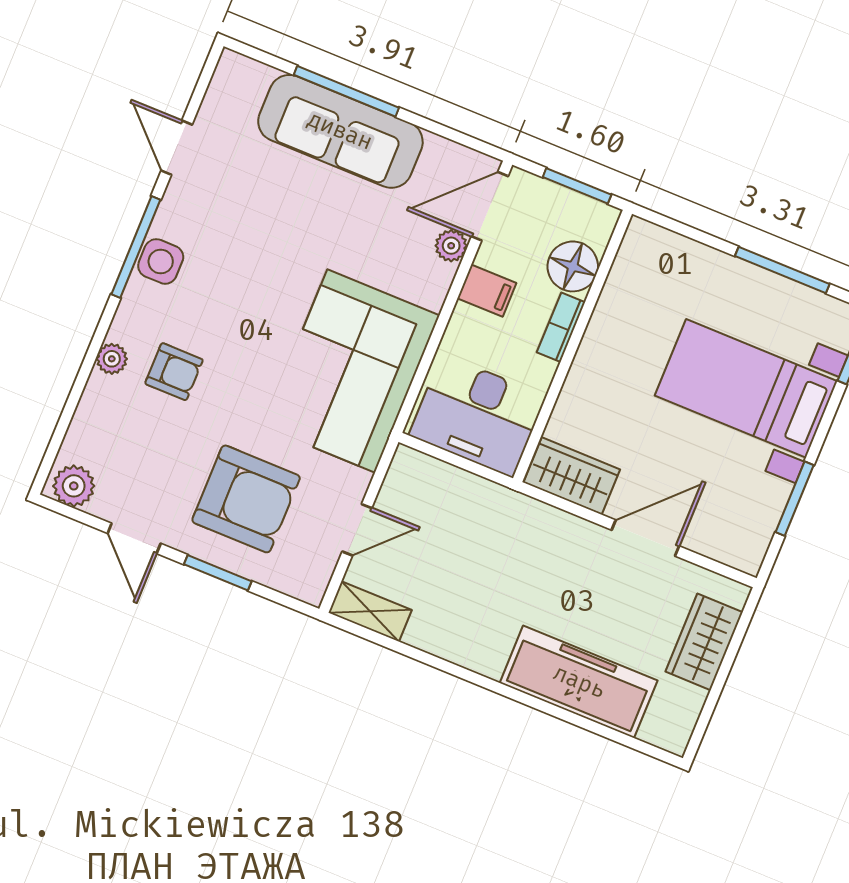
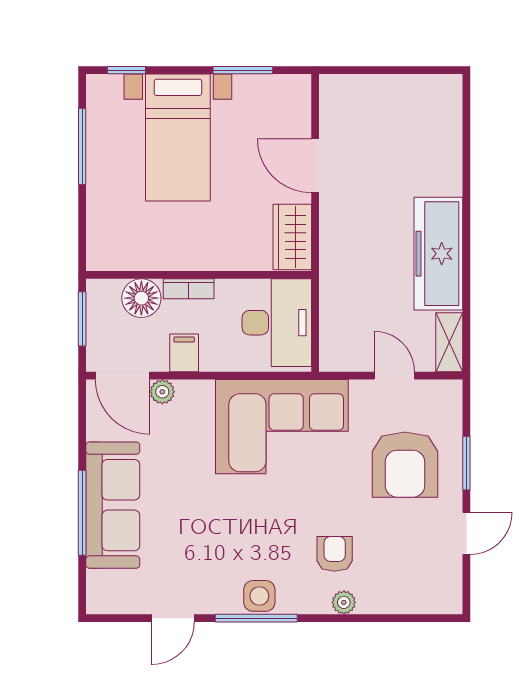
plant: (74, 486) -> (446, 592), removed
armchair: (246, 499) -> (405, 465), turned 180
wardrobe: (704, 642) -> (373, 93), removed
freezer: (579, 682) -> (438, 254), moved

